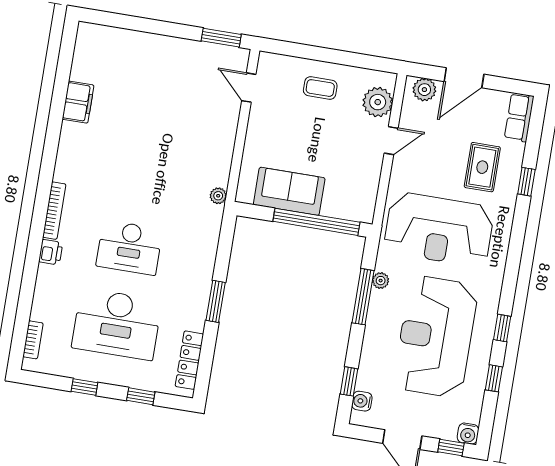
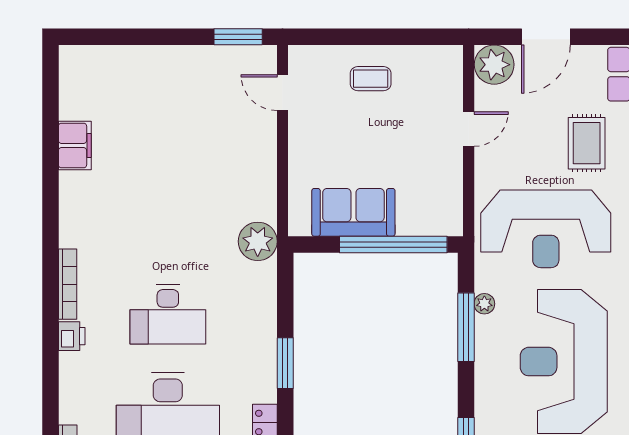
plant: (424, 90) -> (494, 65), width x1.36, depth x1.36
plant: (378, 102) -> (444, 84), removed
plant: (218, 196) -> (258, 241), width x1.88, depth x1.88

